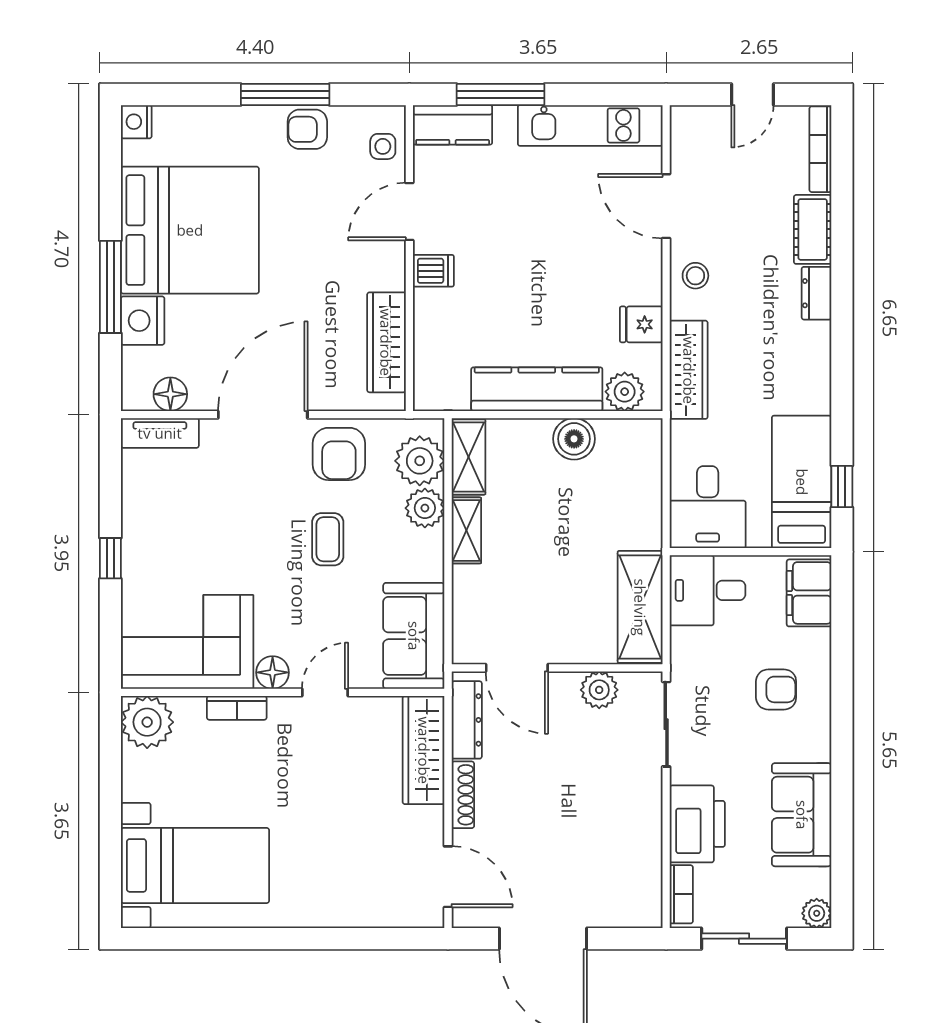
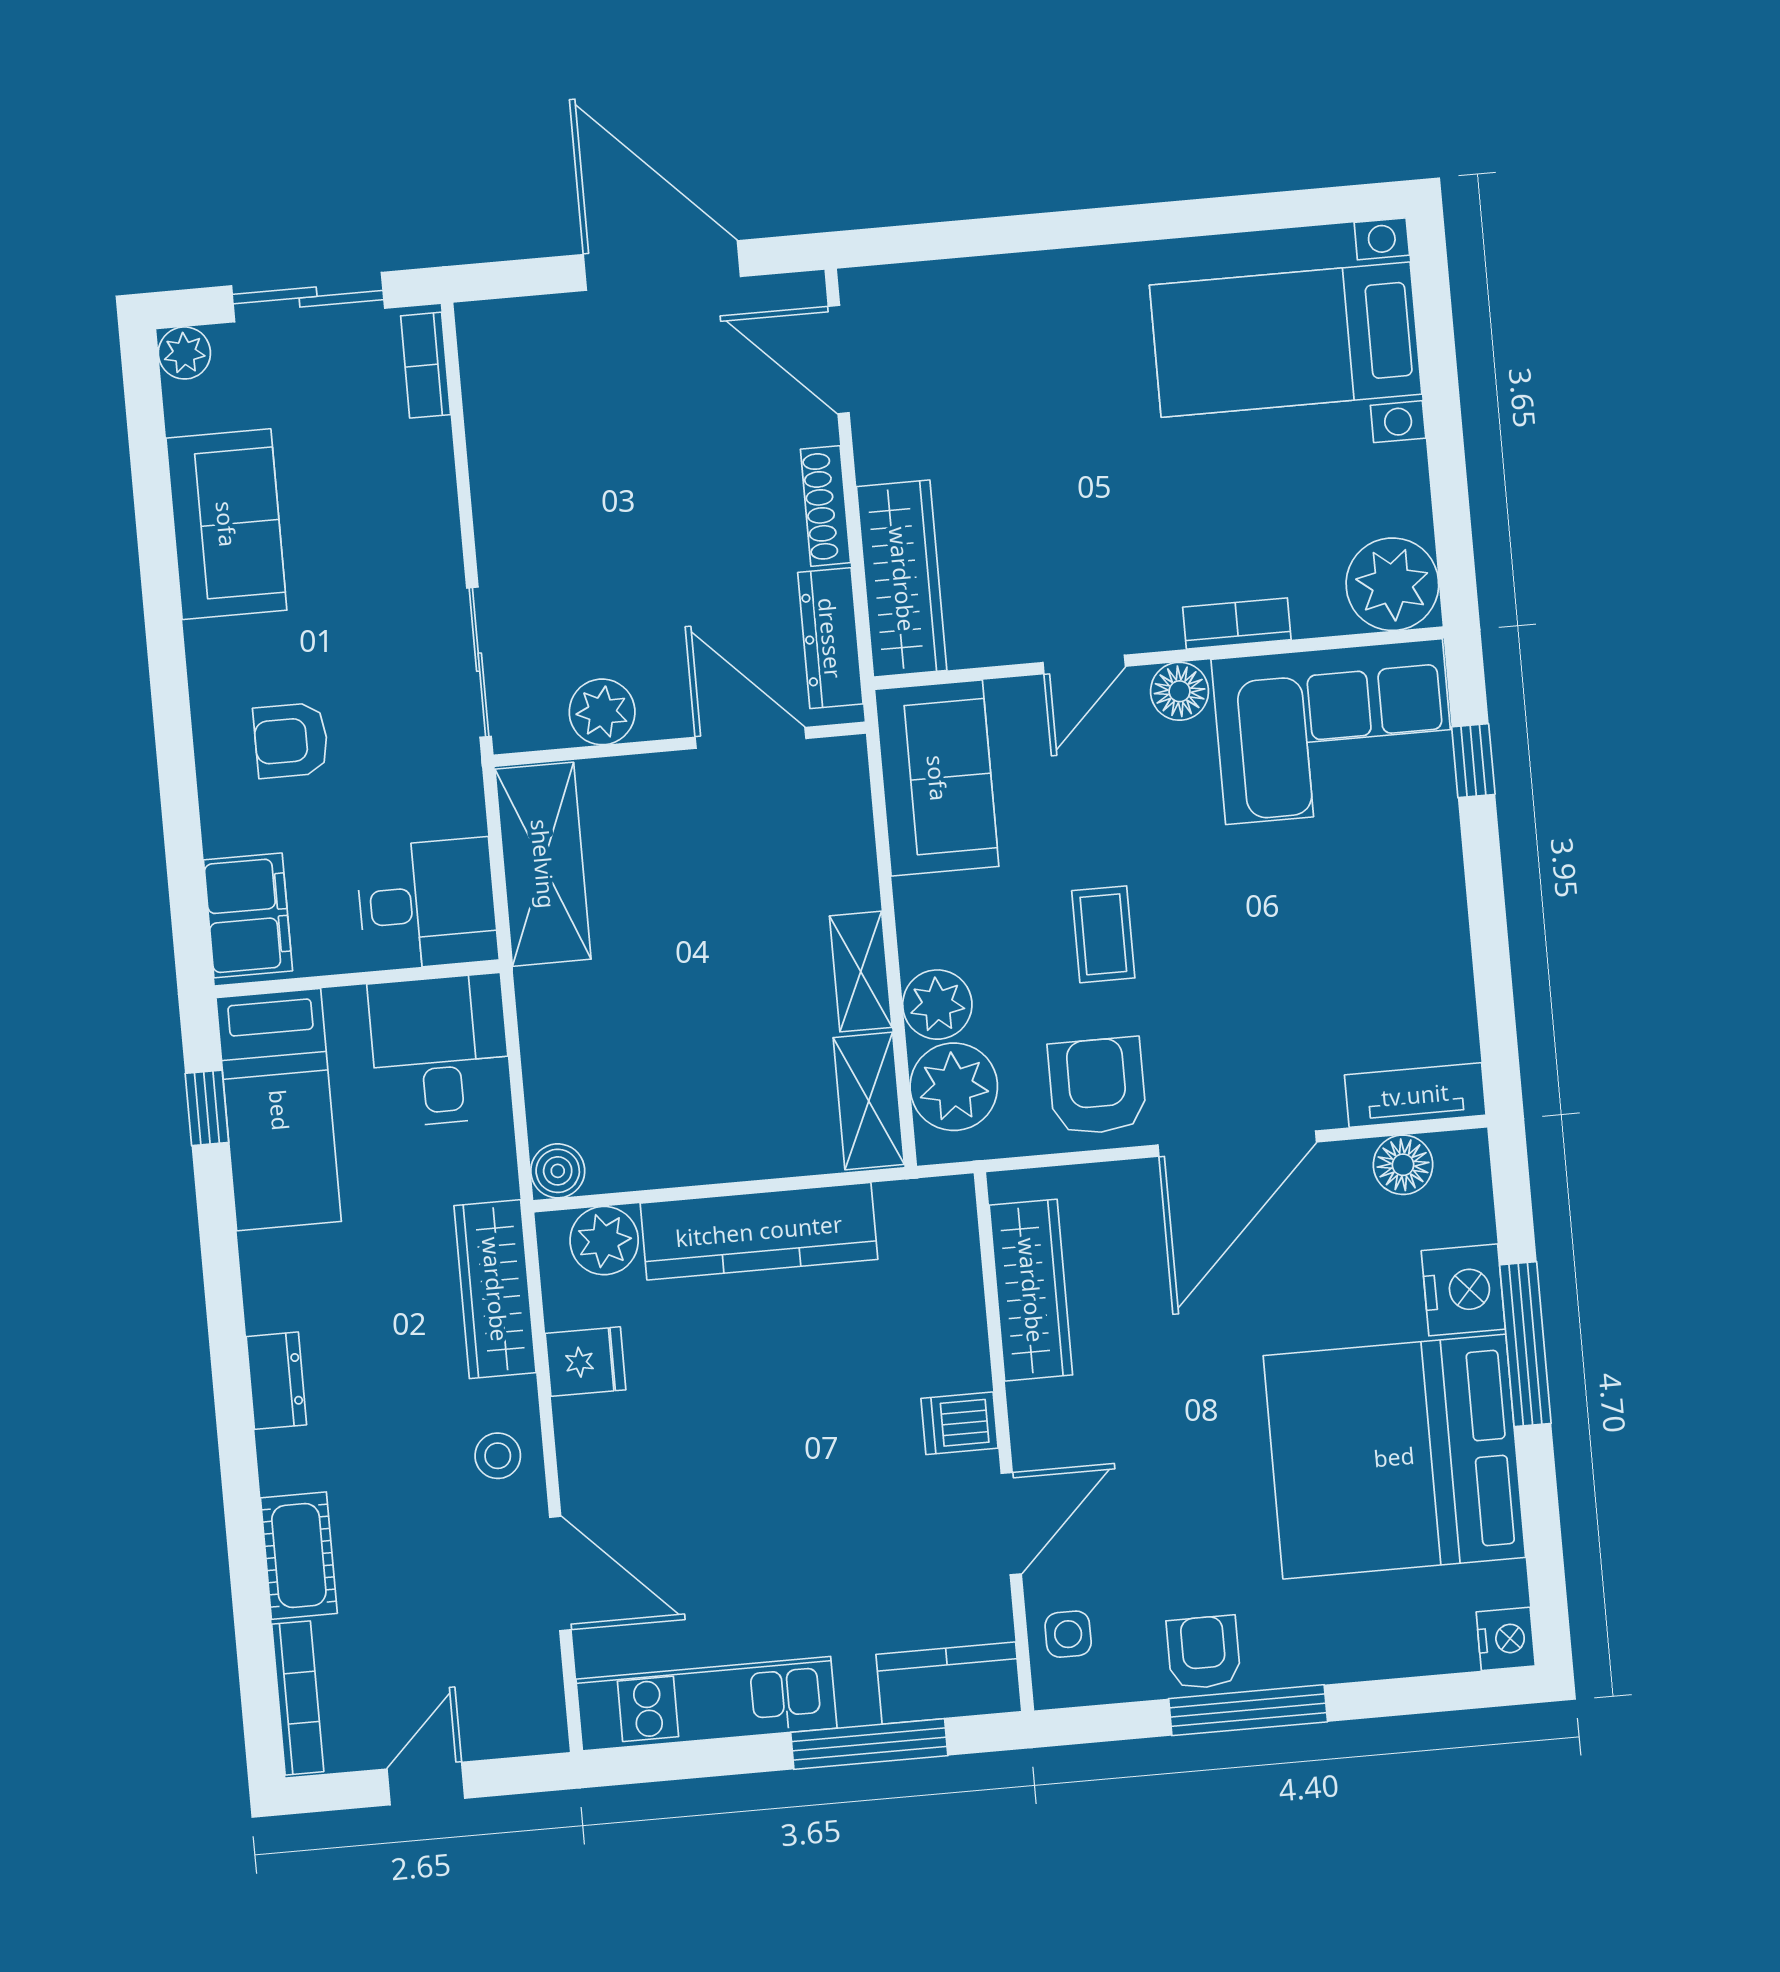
armchair: (307, 129) -> (1204, 1652), turned -90
dresser: (817, 293) -> (276, 1381), moved
boiler: (574, 439) -> (558, 1171), moved, width x0.73, depth x0.73
window: (110, 558) -> (1473, 761), moved
printer: (697, 824) -> (409, 491), removed

